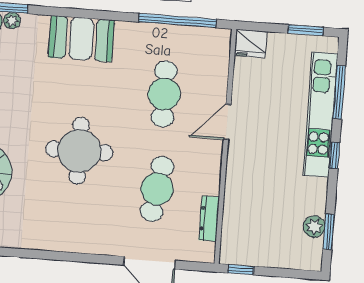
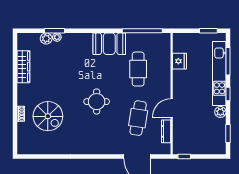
booth: (81, 39) -> (109, 44), moved
fridge: (251, 44) -> (180, 61), moved, turned -90
door: (227, 122) -> (172, 108), moved
round table: (79, 151) -> (97, 102), width x0.73, depth x0.73
plant: (314, 227) -> (220, 112), moved

